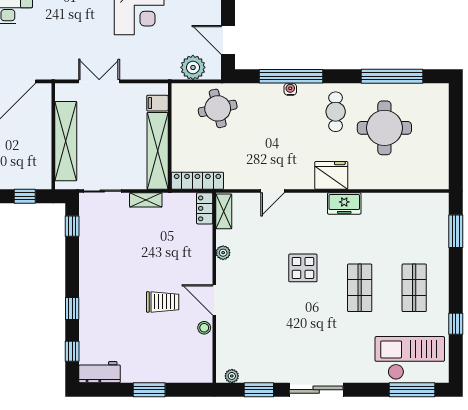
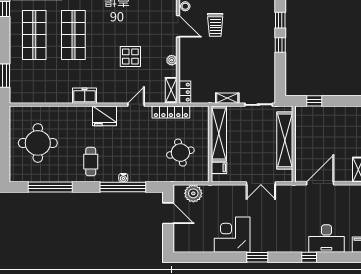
round table: (218, 108) -> (180, 153), moved
round table: (384, 128) -> (38, 143), moved
fridge: (331, 175) -> (104, 116), moved
locker: (197, 181) -> (171, 112), moved
window: (72, 226) -> (280, 45), moved
display table: (303, 268) -> (130, 57), moved
shop shelf: (360, 288) -> (73, 35), width x1.43, depth x1.36
shop shelf: (414, 288) -> (34, 35), width x1.43, depth x1.36
trolley: (163, 302) -> (215, 25), turned -90

